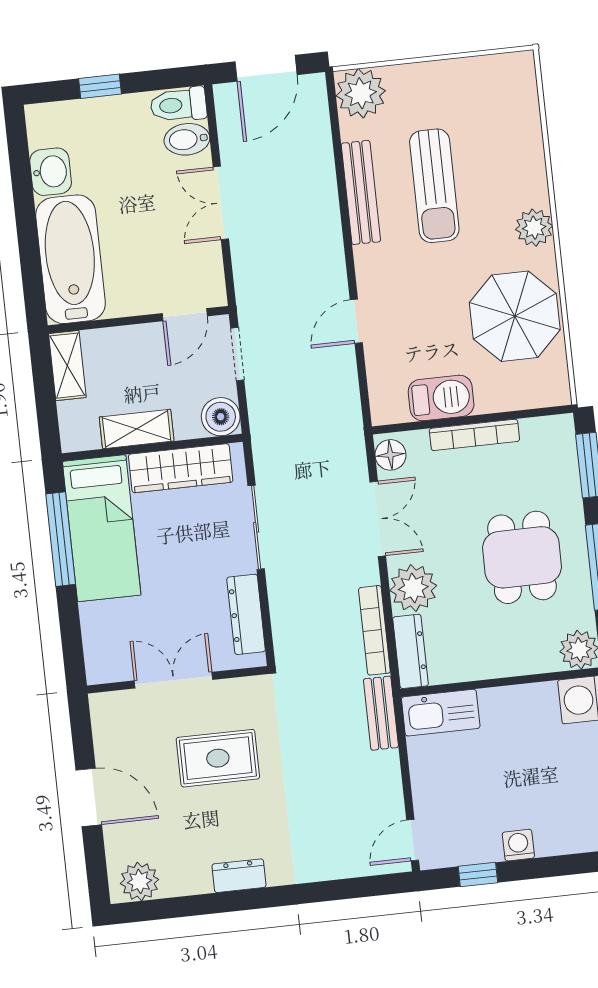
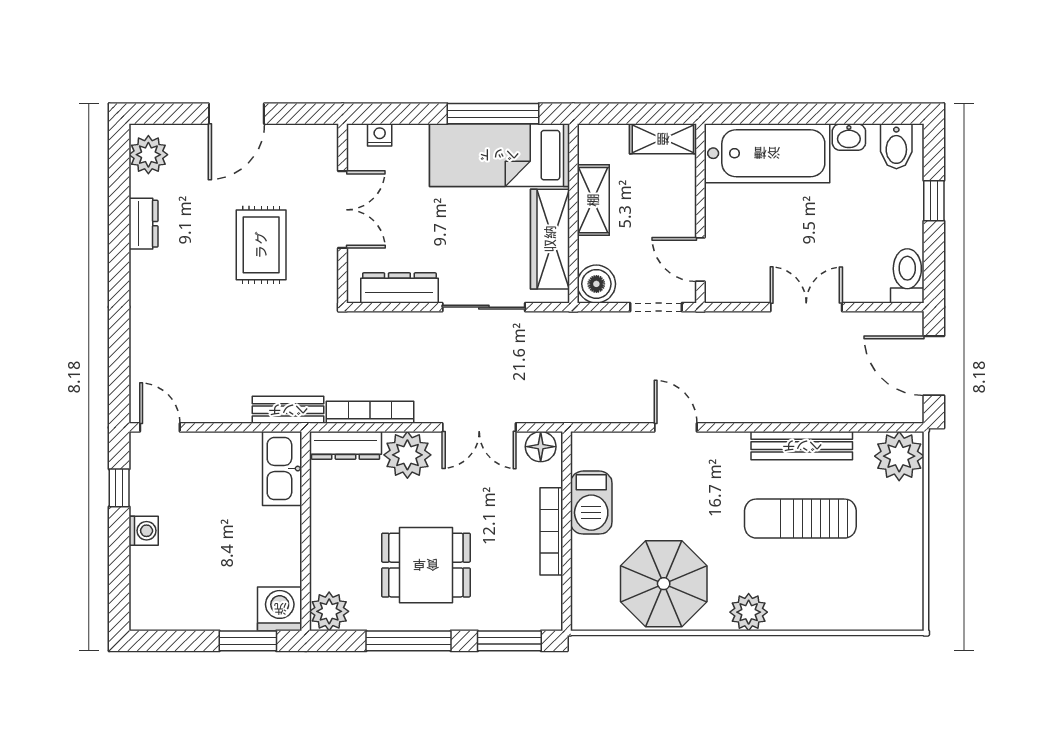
bidet: (187, 139) -> (896, 146), moved, turned 180
washbasin: (51, 172) -> (849, 137), width x0.72, depth x0.69
nightstand: (94, 651) -> (380, 135), added
dresser: (239, 876) -> (143, 224), moved

